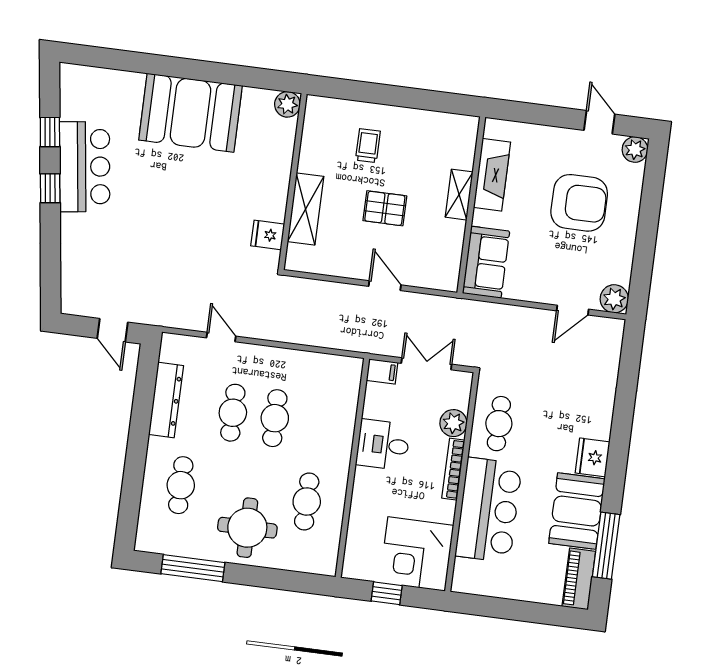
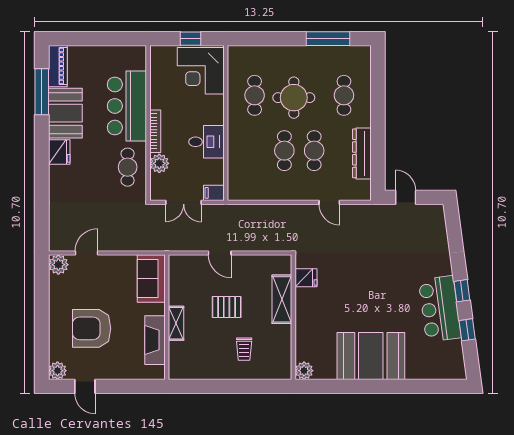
round table: (247, 528) -> (294, 98), moved
corner desk: (417, 554) -> (201, 71), moved, turned 180

